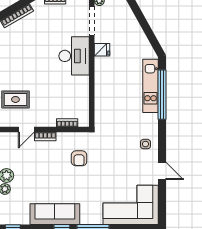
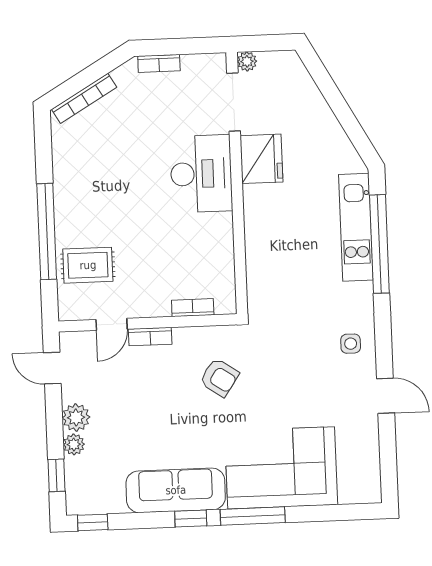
fridge: (102, 50) -> (261, 159), width x1.88, depth x1.34
armchair: (79, 158) -> (219, 377), turned -56
corner sofa: (131, 205) -> (281, 468), moved

